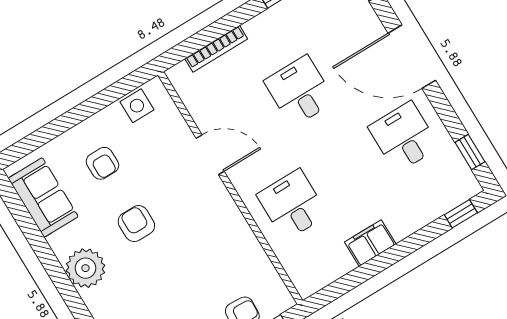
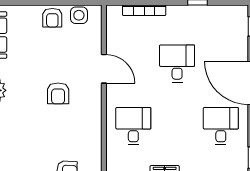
armchair: (102, 163) -> (52, 18), moved
armchair: (136, 224) -> (58, 93), moved, turned 180

